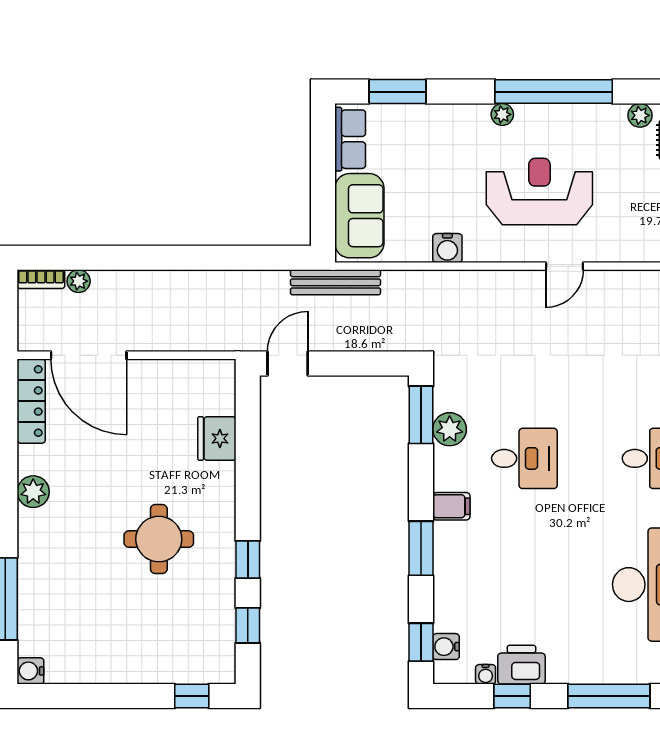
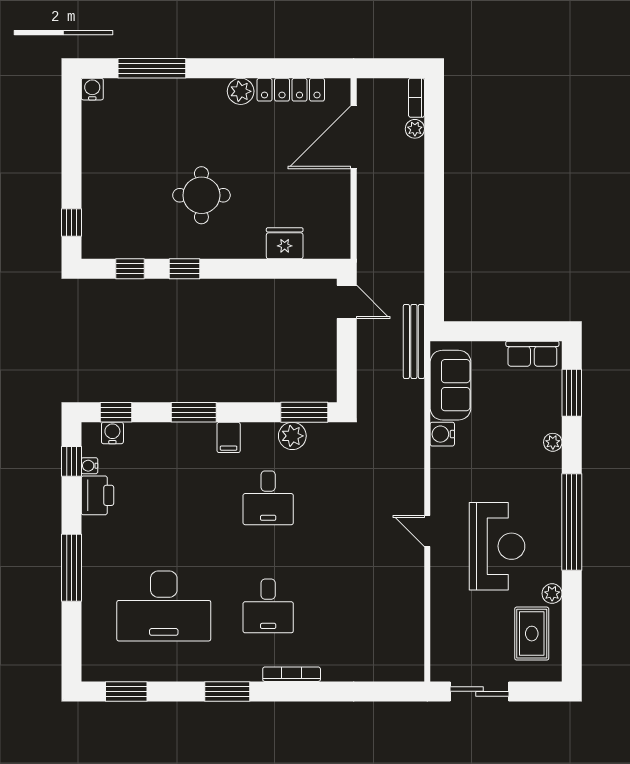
plant: (502, 114) -> (553, 442), moved
reception desk: (539, 192) -> (497, 546), moved
sofa: (359, 216) -> (450, 385), moved, turned -90
locker: (31, 401) -> (291, 90), moved
window: (512, 696) -> (71, 461), moved

